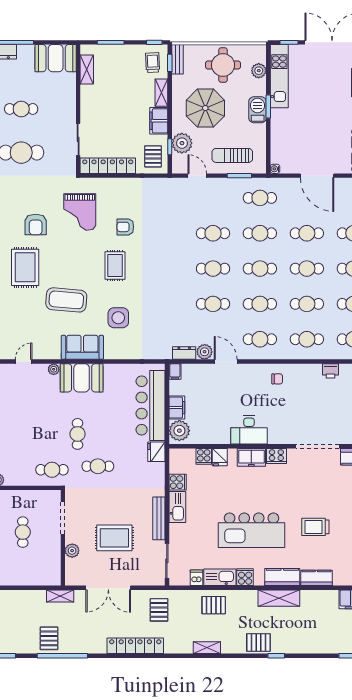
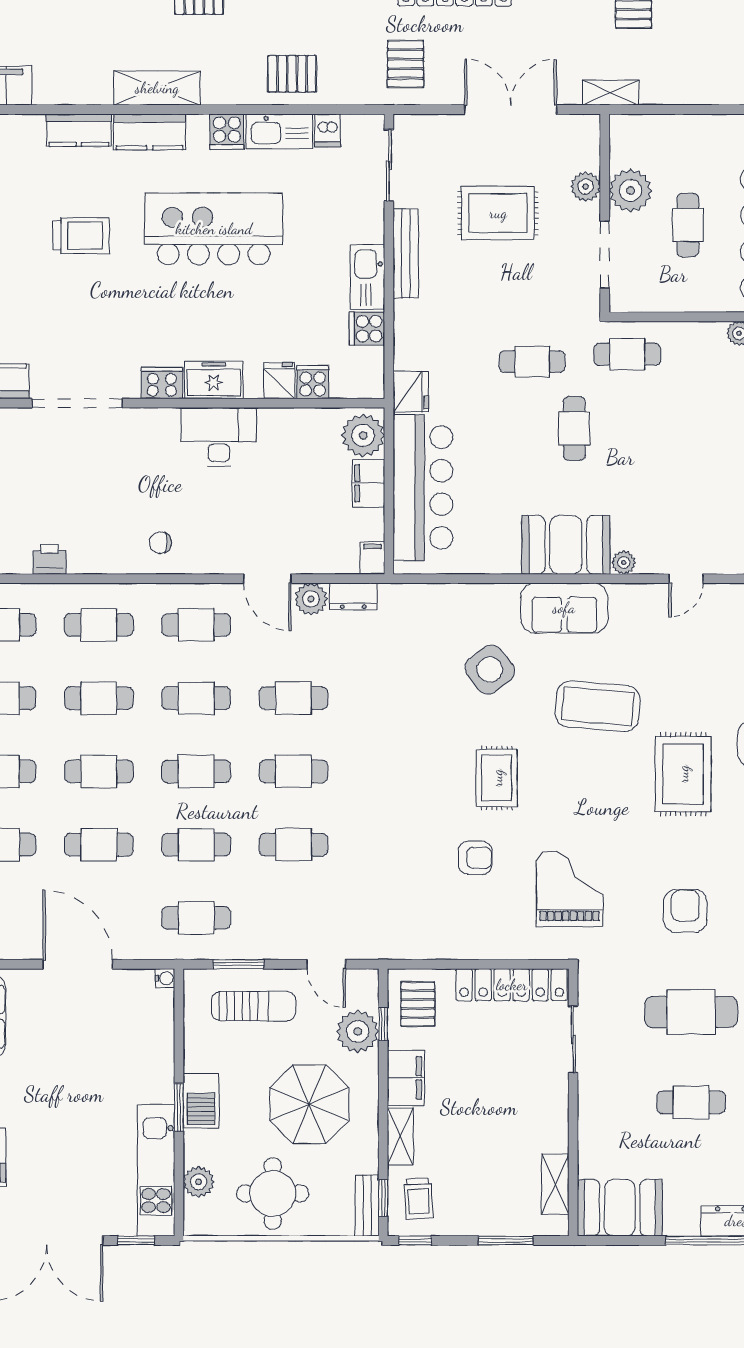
armchair: (36, 224) -> (685, 911), moved
side table: (118, 318) -> (490, 670), turned -38
plant: (50, 549) -> (630, 190), added

